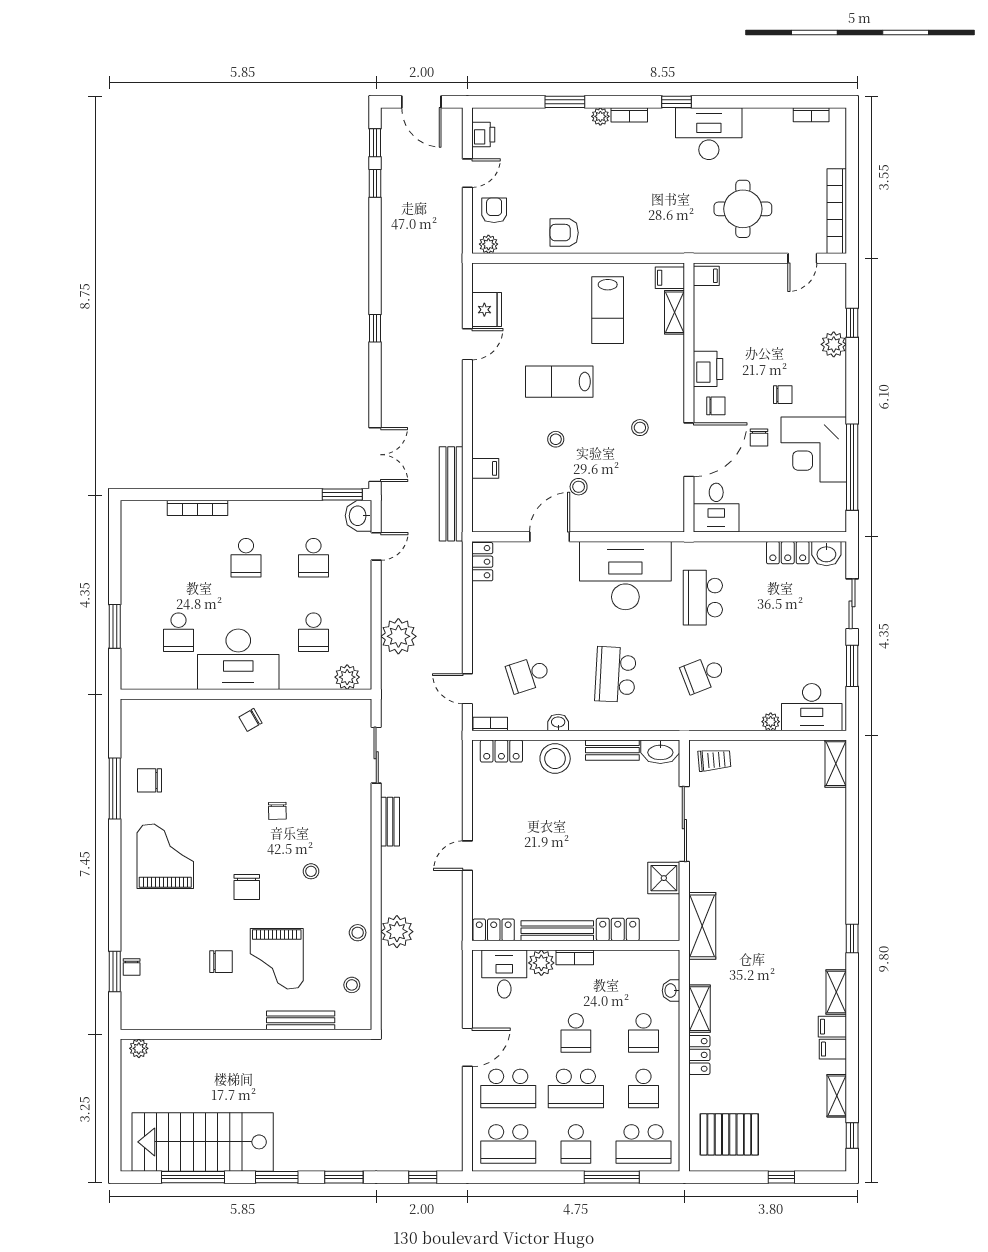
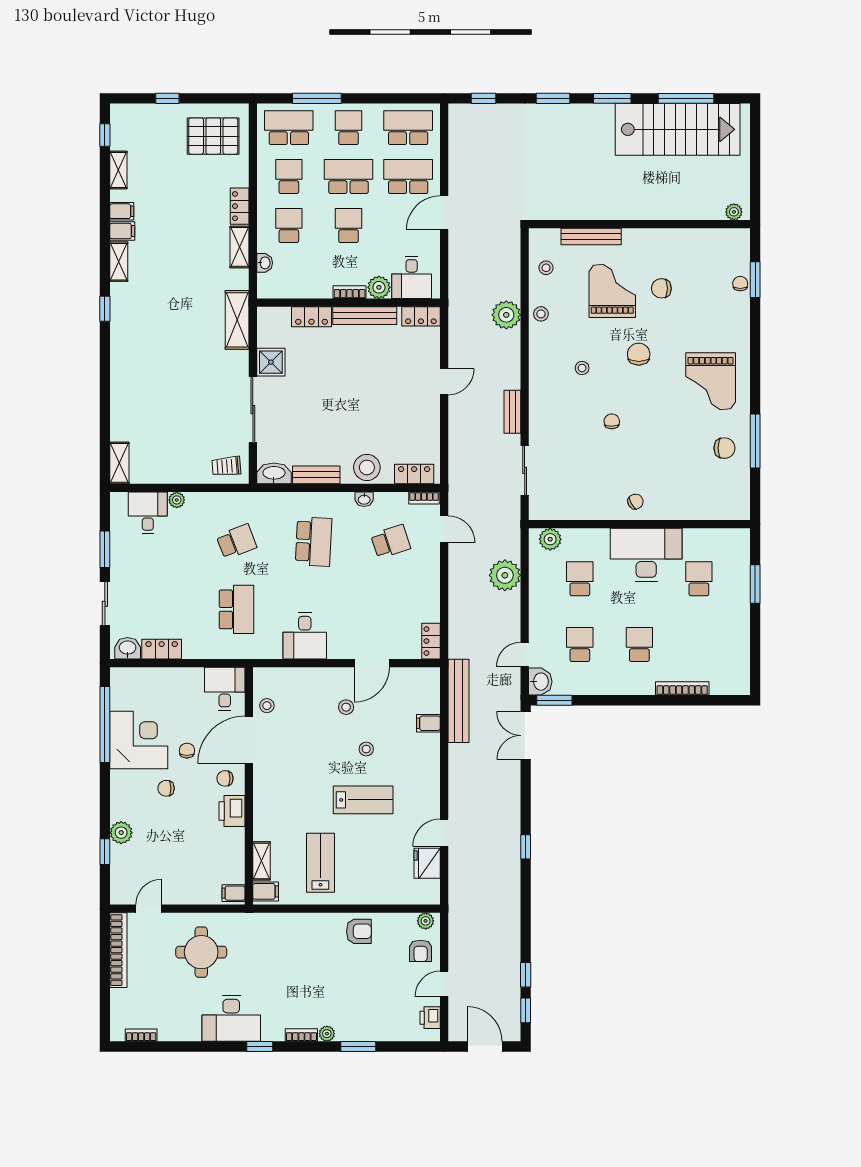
stool: (640, 428) -> (267, 706), moved
desk: (625, 576) -> (305, 636), width x0.53, depth x0.77
desk: (812, 707) -> (148, 513), width x0.73

